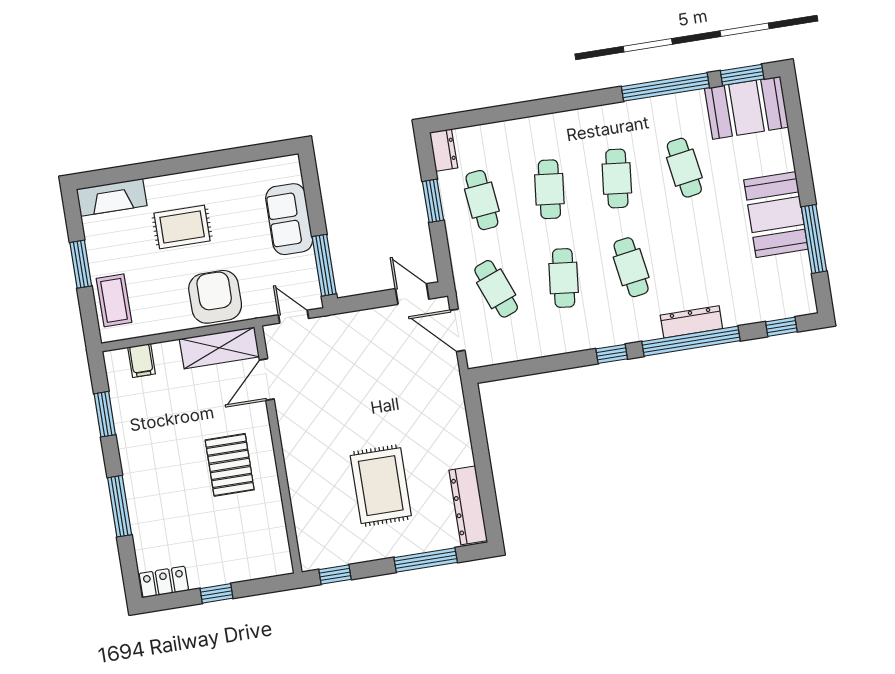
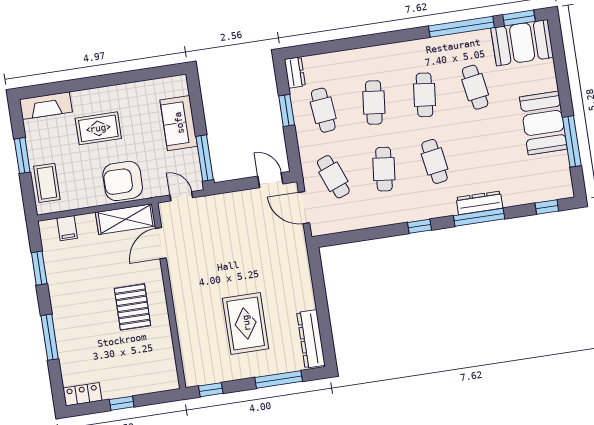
armchair: (215, 297) -> (123, 181), turned -90
window: (691, 341) -> (479, 217), width x0.68

